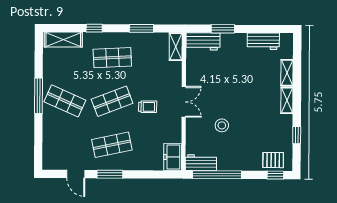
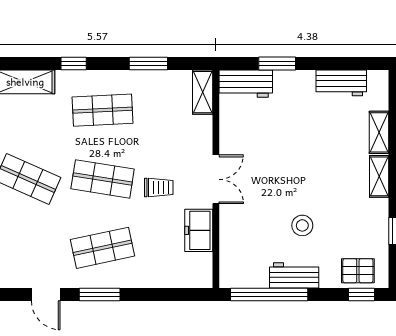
shop shelf: (112, 101) -> (103, 179), turned 30
stool: (222, 125) -> (302, 225), moved
freezer: (173, 157) -> (199, 230), moved
workbench: (201, 163) -> (294, 275), moved

